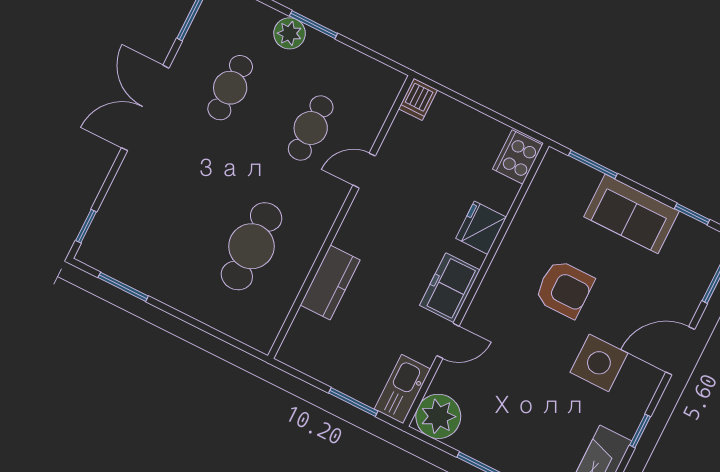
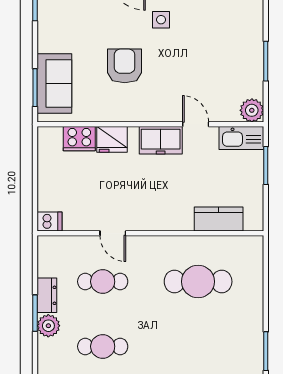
dresser: (328, 50) -> (47, 295), added
cooker: (518, 157) -> (79, 139), moved
sofa: (632, 214) -> (54, 83), moved
kitchen counter: (330, 283) -> (219, 219), moved
side table: (599, 363) -> (161, 20), width x0.54, depth x0.54
plant: (438, 416) -> (252, 110), width x0.73, depth x0.73

